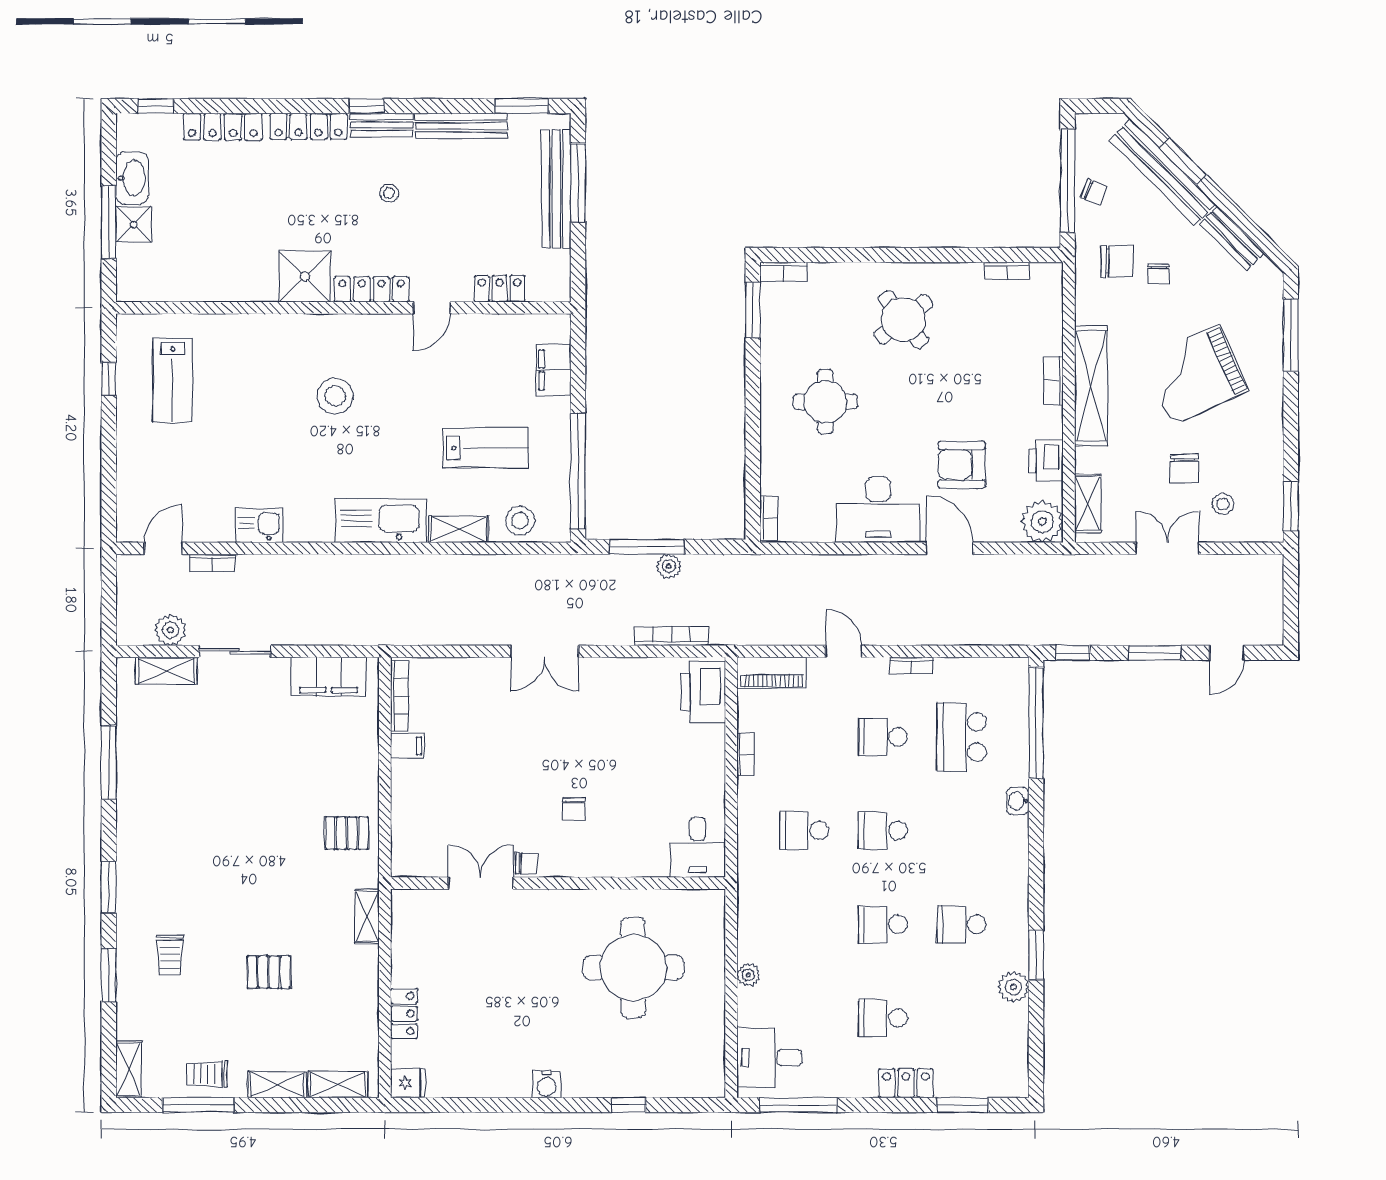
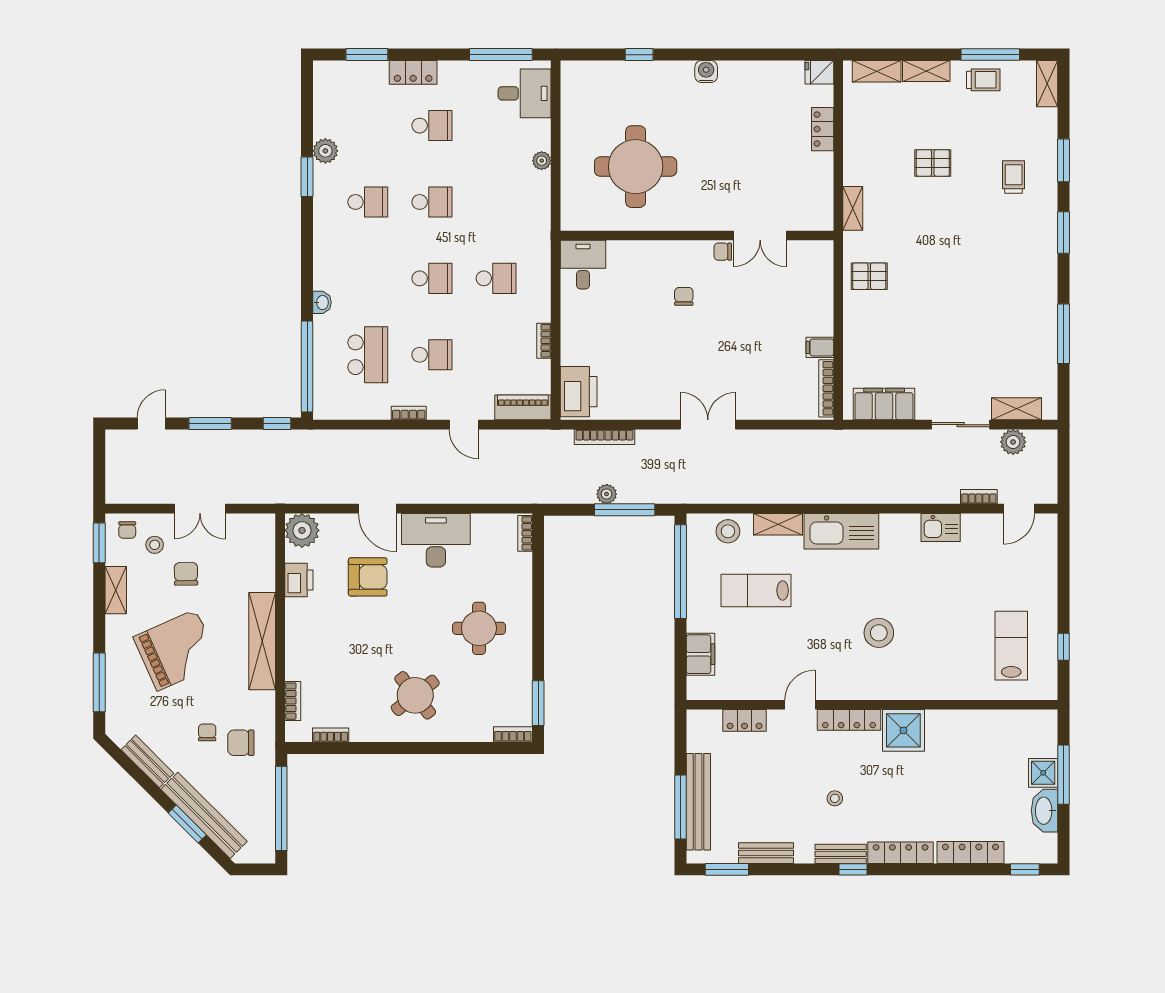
bench: (461, 126) -> (766, 853), width x0.73
chair: (1094, 192) -> (127, 530), moved, turned -112
bookcase: (1054, 380) -> (293, 701), moved
shelving: (1088, 503) -> (116, 590), moved

